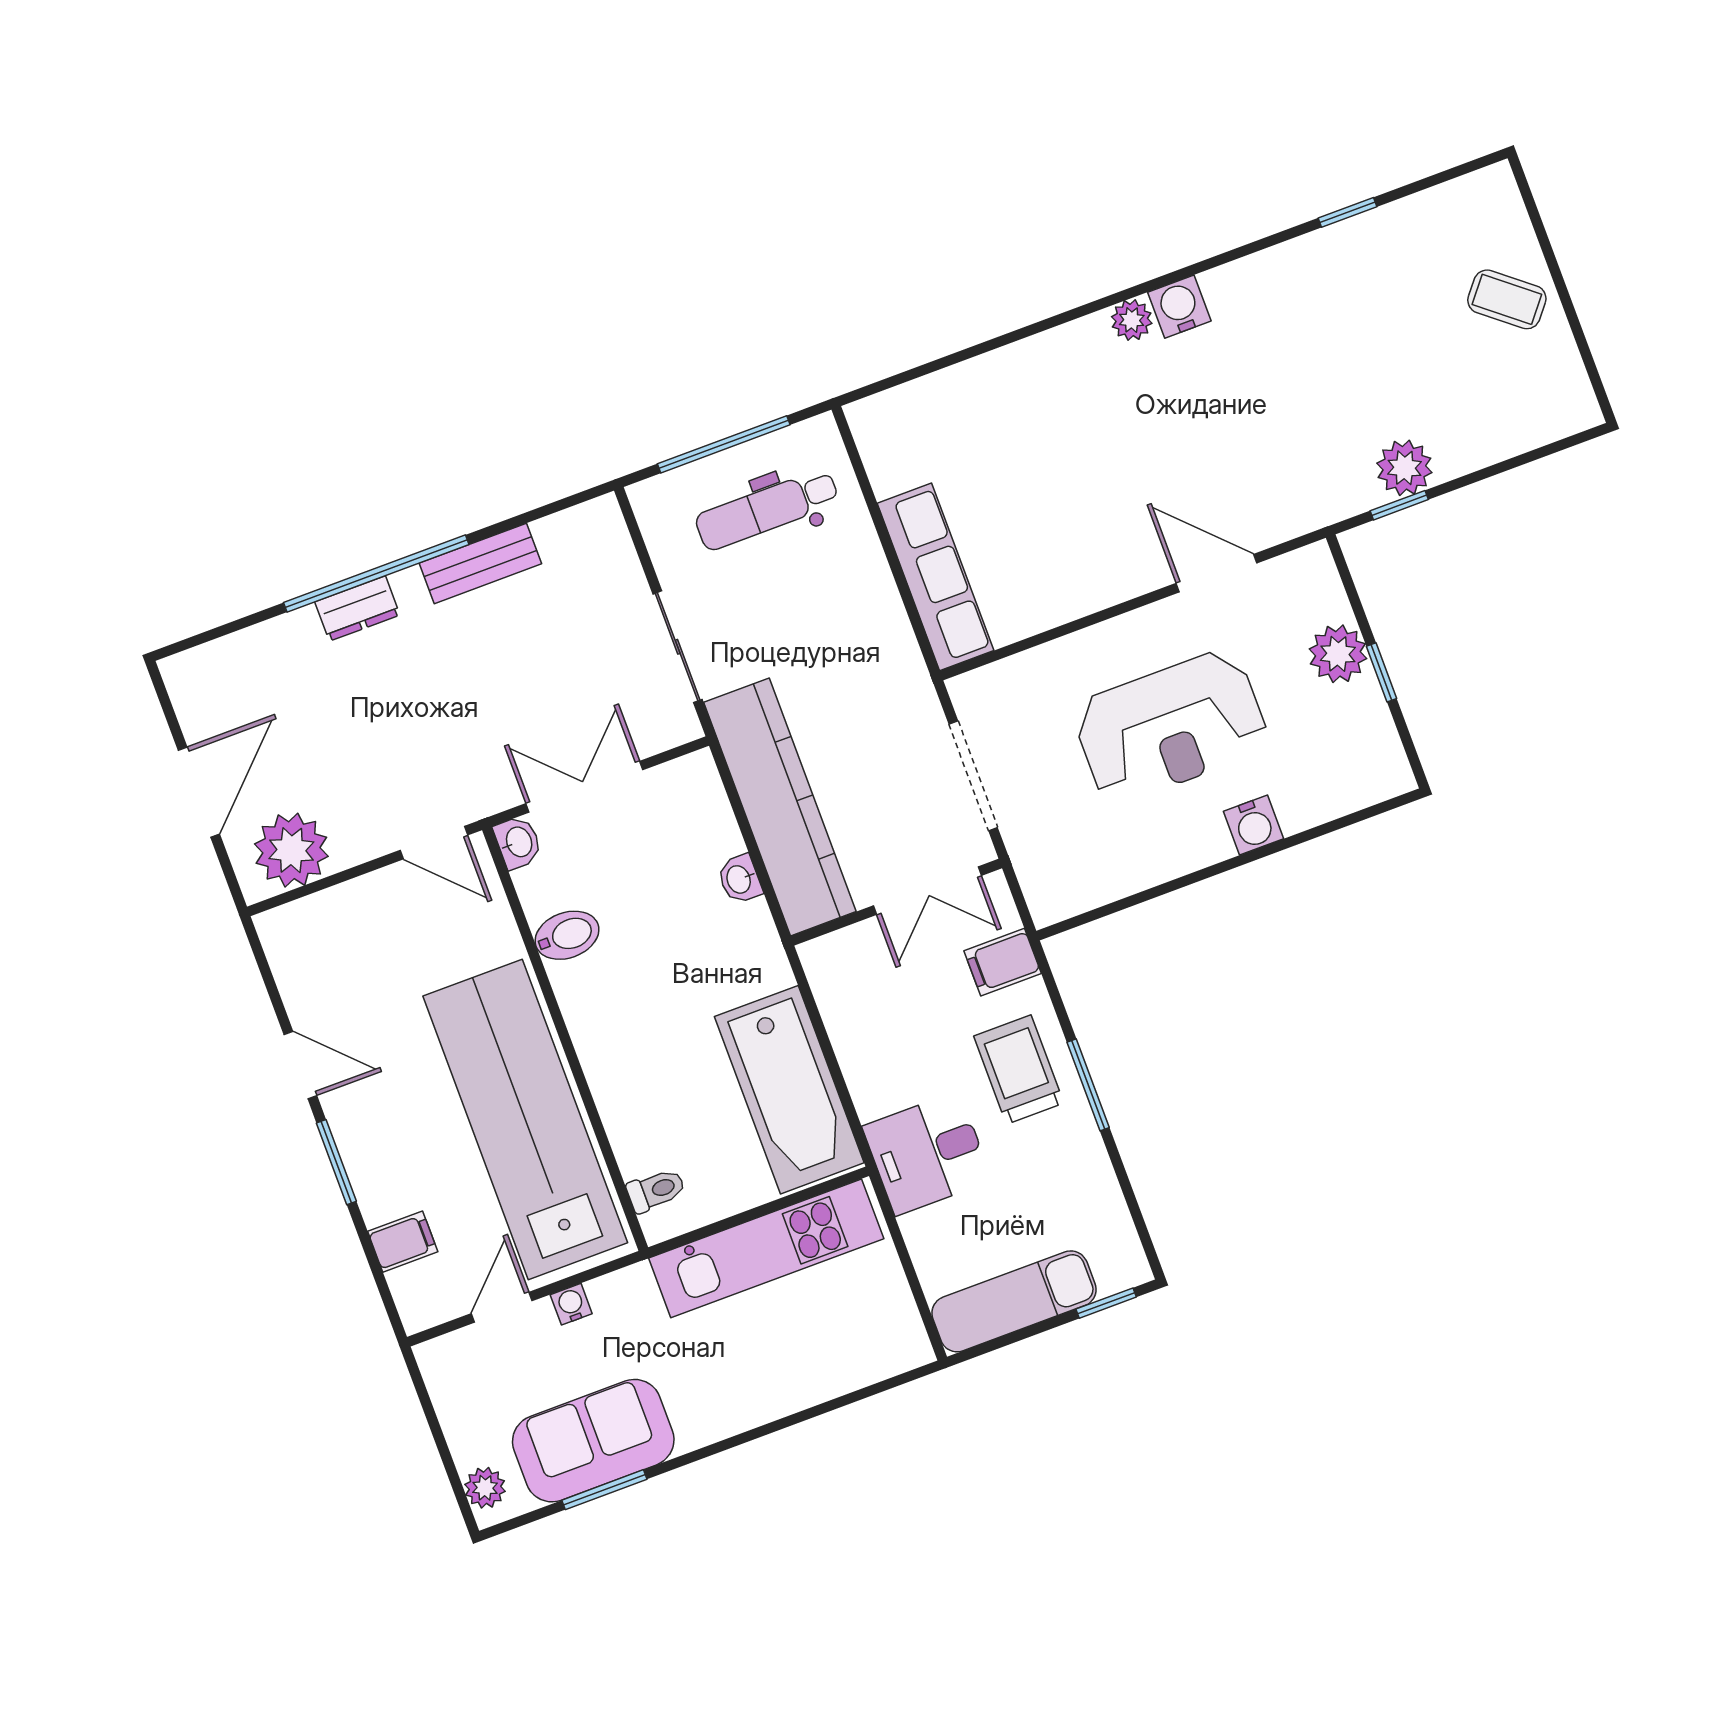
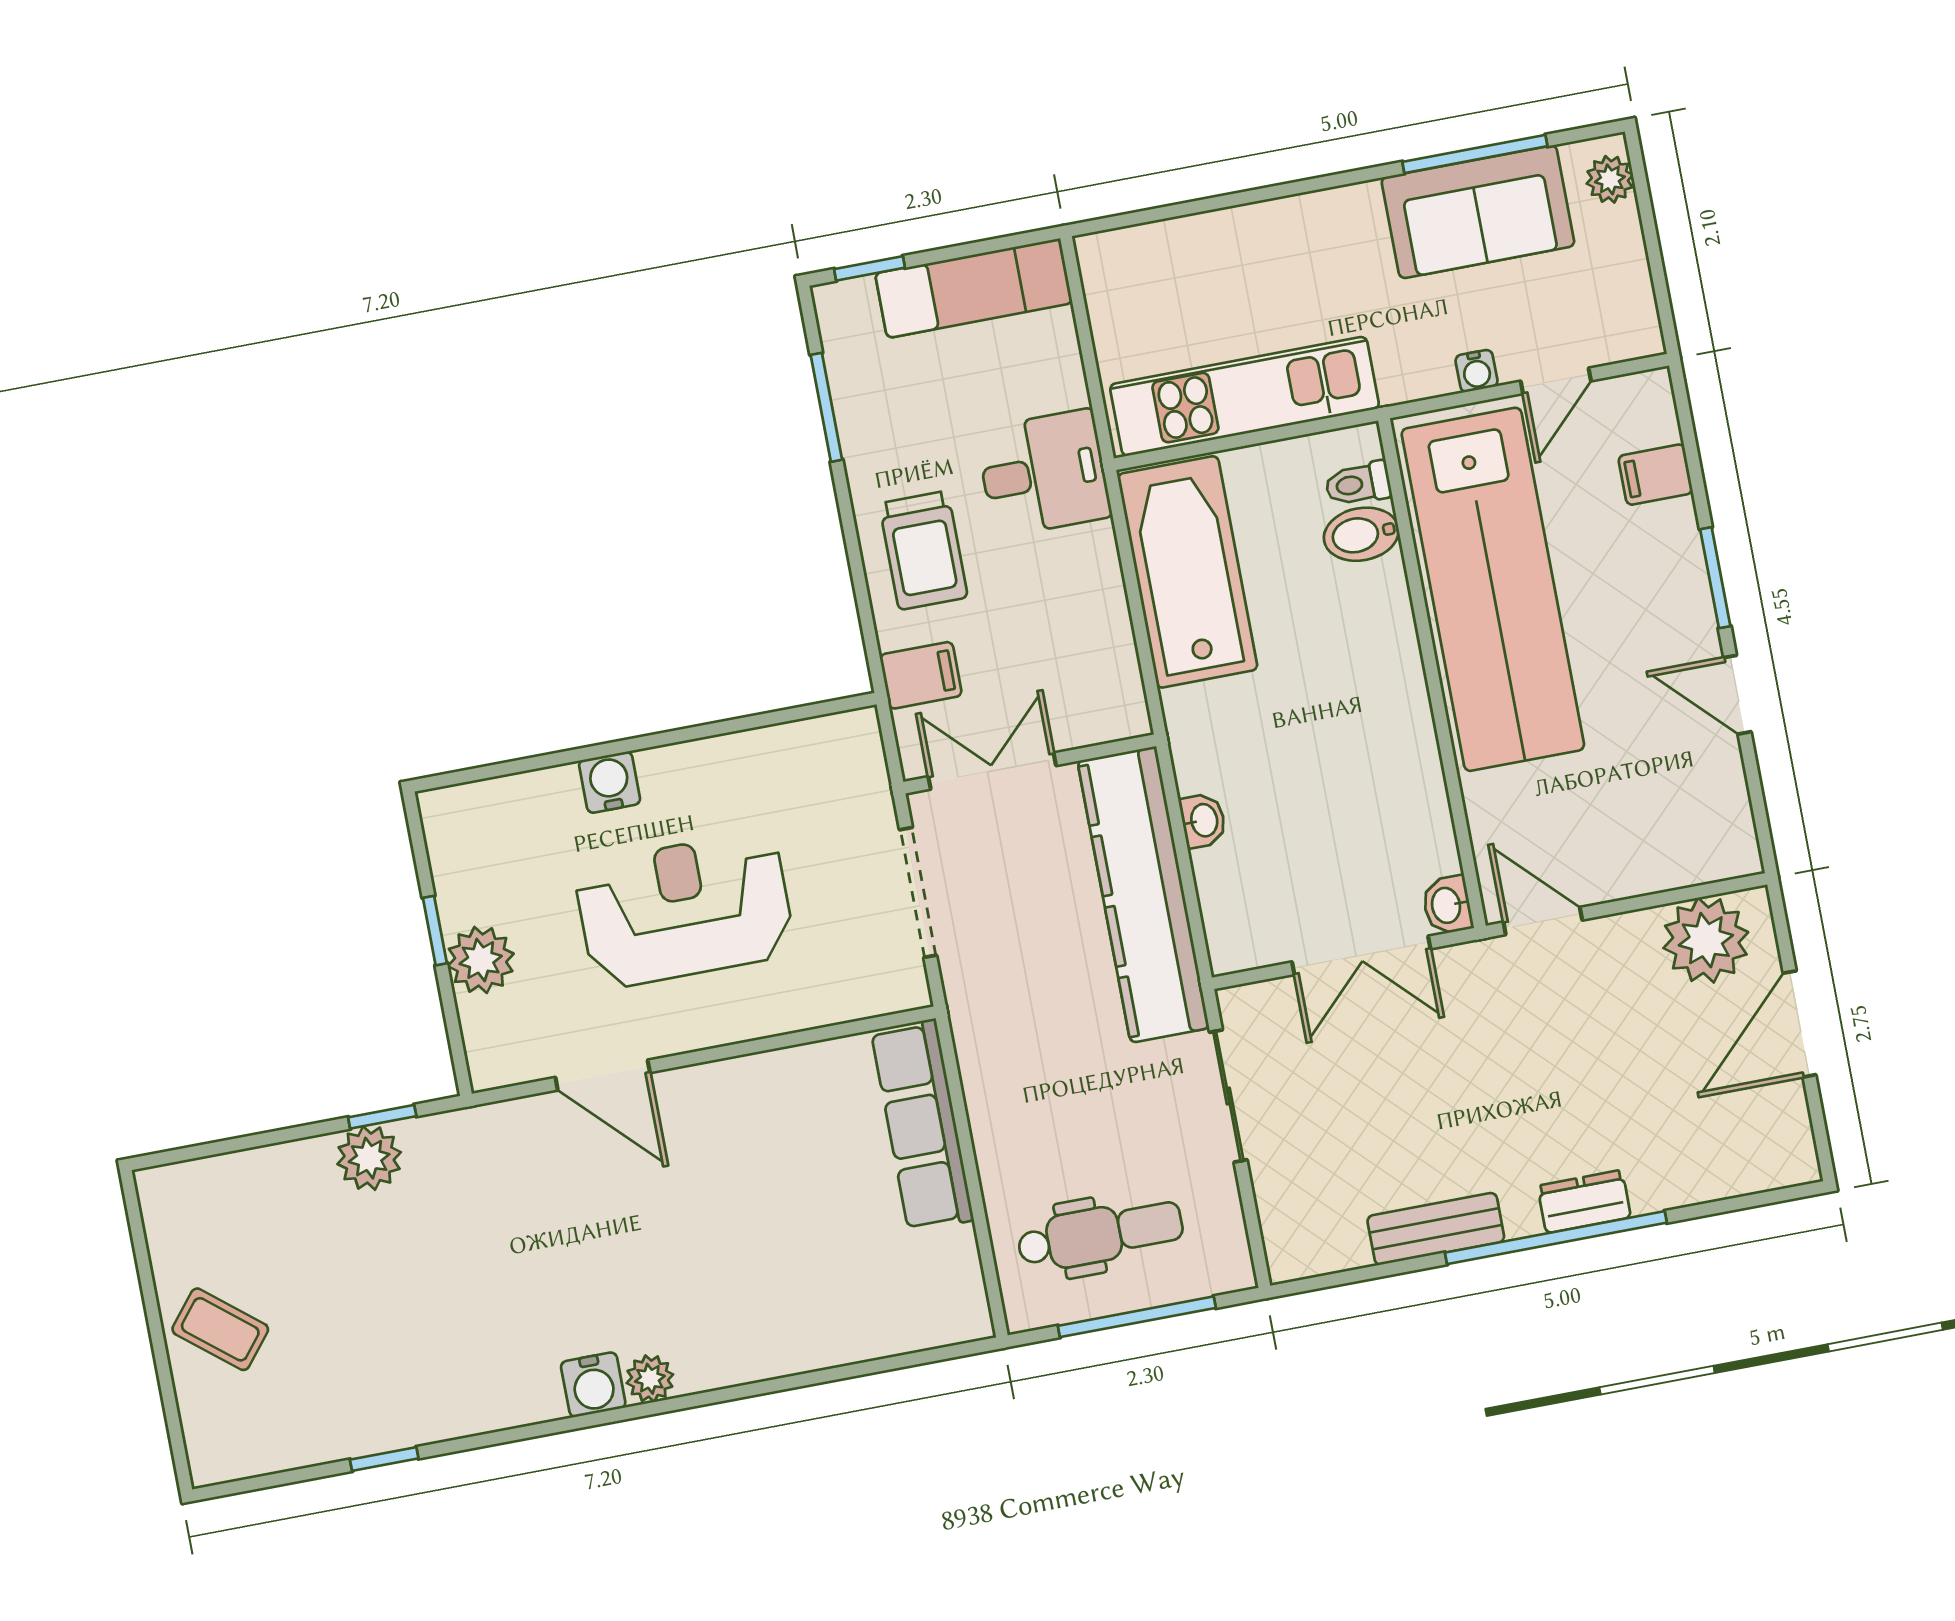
bidet: (567, 935) -> (1361, 534), moved
window: (1088, 1085) -> (826, 407), moved
window: (604, 1490) -> (1475, 154), width x1.44

